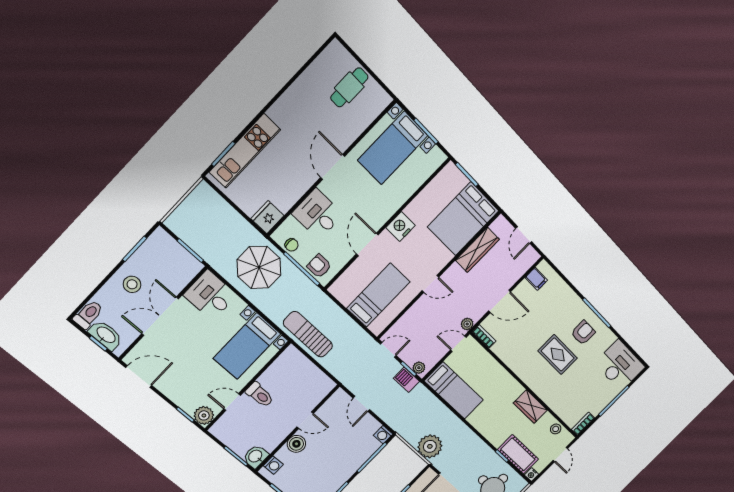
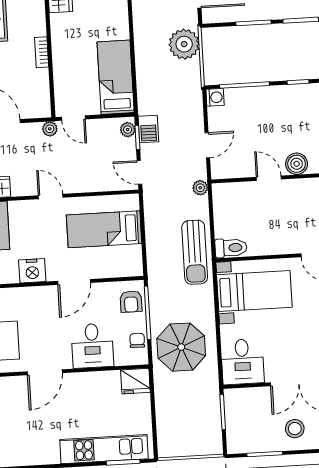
bookcase: (484, 336) -> (42, 52), moved
plant: (342, 376) -> (200, 188), added
toilet: (260, 395) -> (231, 248), moved, turned 90

